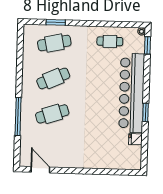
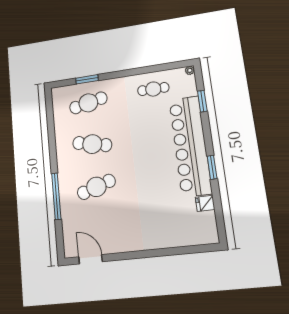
window: (148, 45) -> (202, 101), moved
cafe table: (53, 78) -> (92, 144), turned 36

